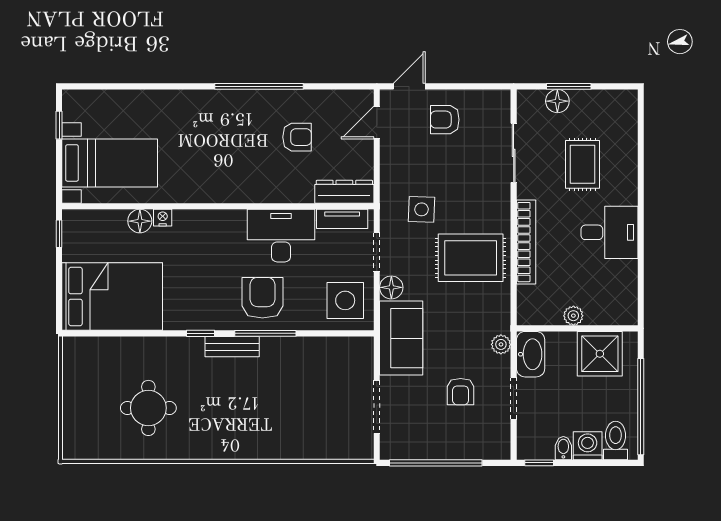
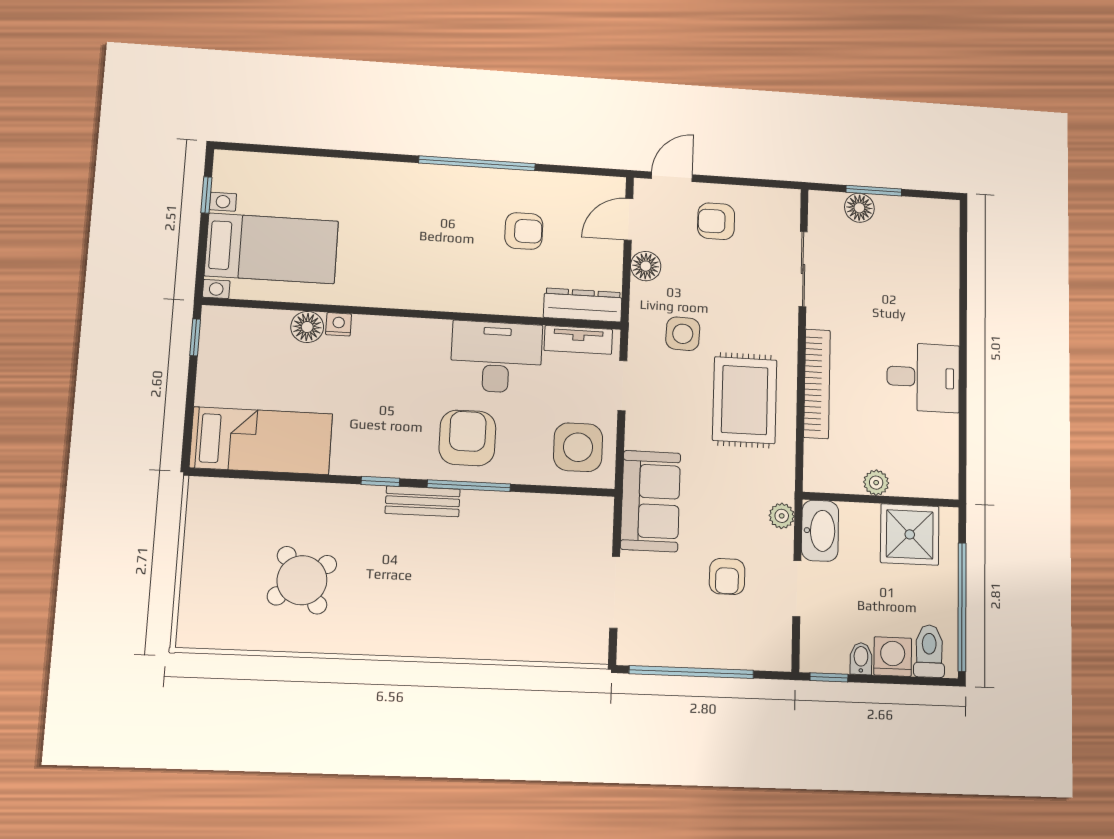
rug: (583, 164) -> (890, 289), removed
rug: (471, 258) -> (745, 400), turned 90
floor lamp: (391, 287) -> (646, 266), moved
bed: (112, 296) -> (261, 441), width x0.67
round table: (148, 408) -> (302, 580), turned -35

